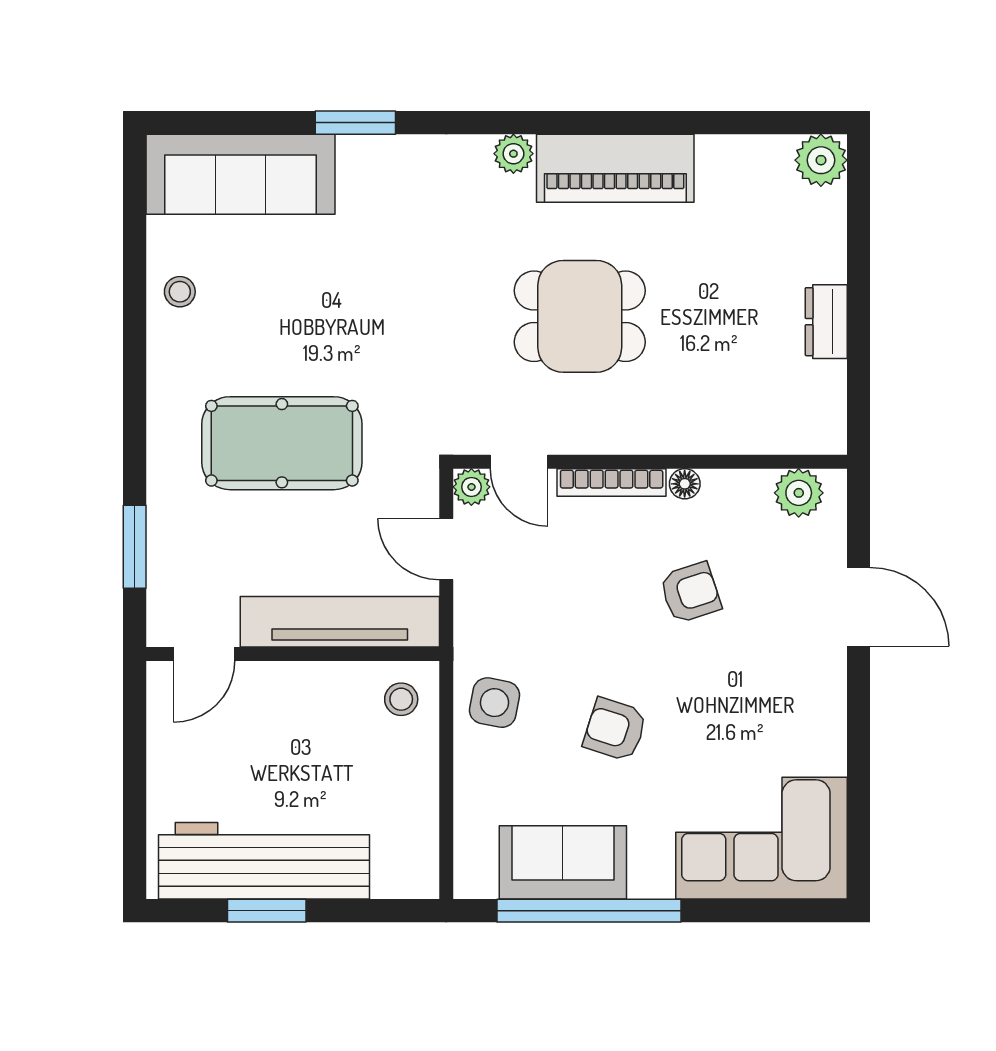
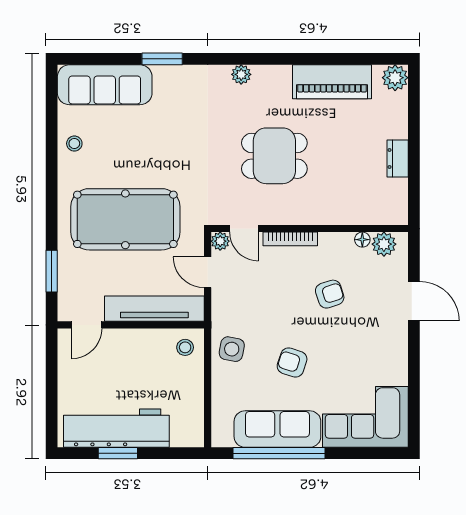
piano: (615, 168) -> (332, 82), moved
pool table: (282, 443) -> (125, 219), width x1.36, depth x1.32
floor lamp: (685, 484) -> (362, 240), moved
sofa: (563, 862) -> (277, 429), width x1.36

